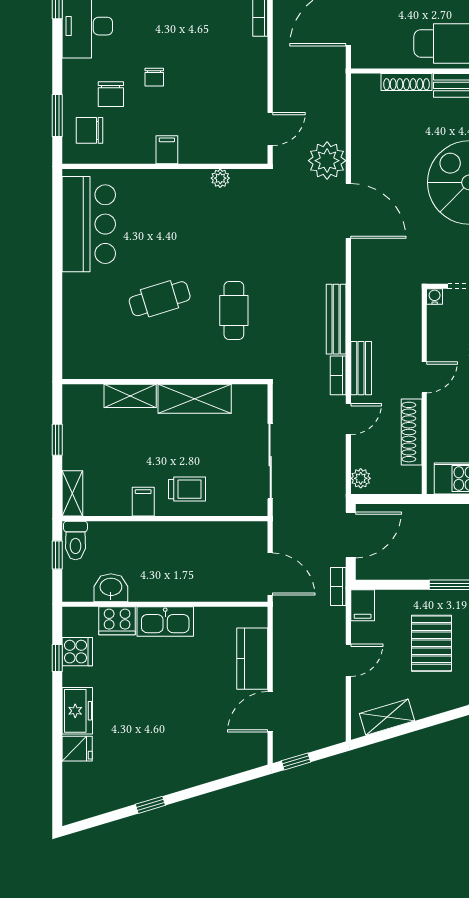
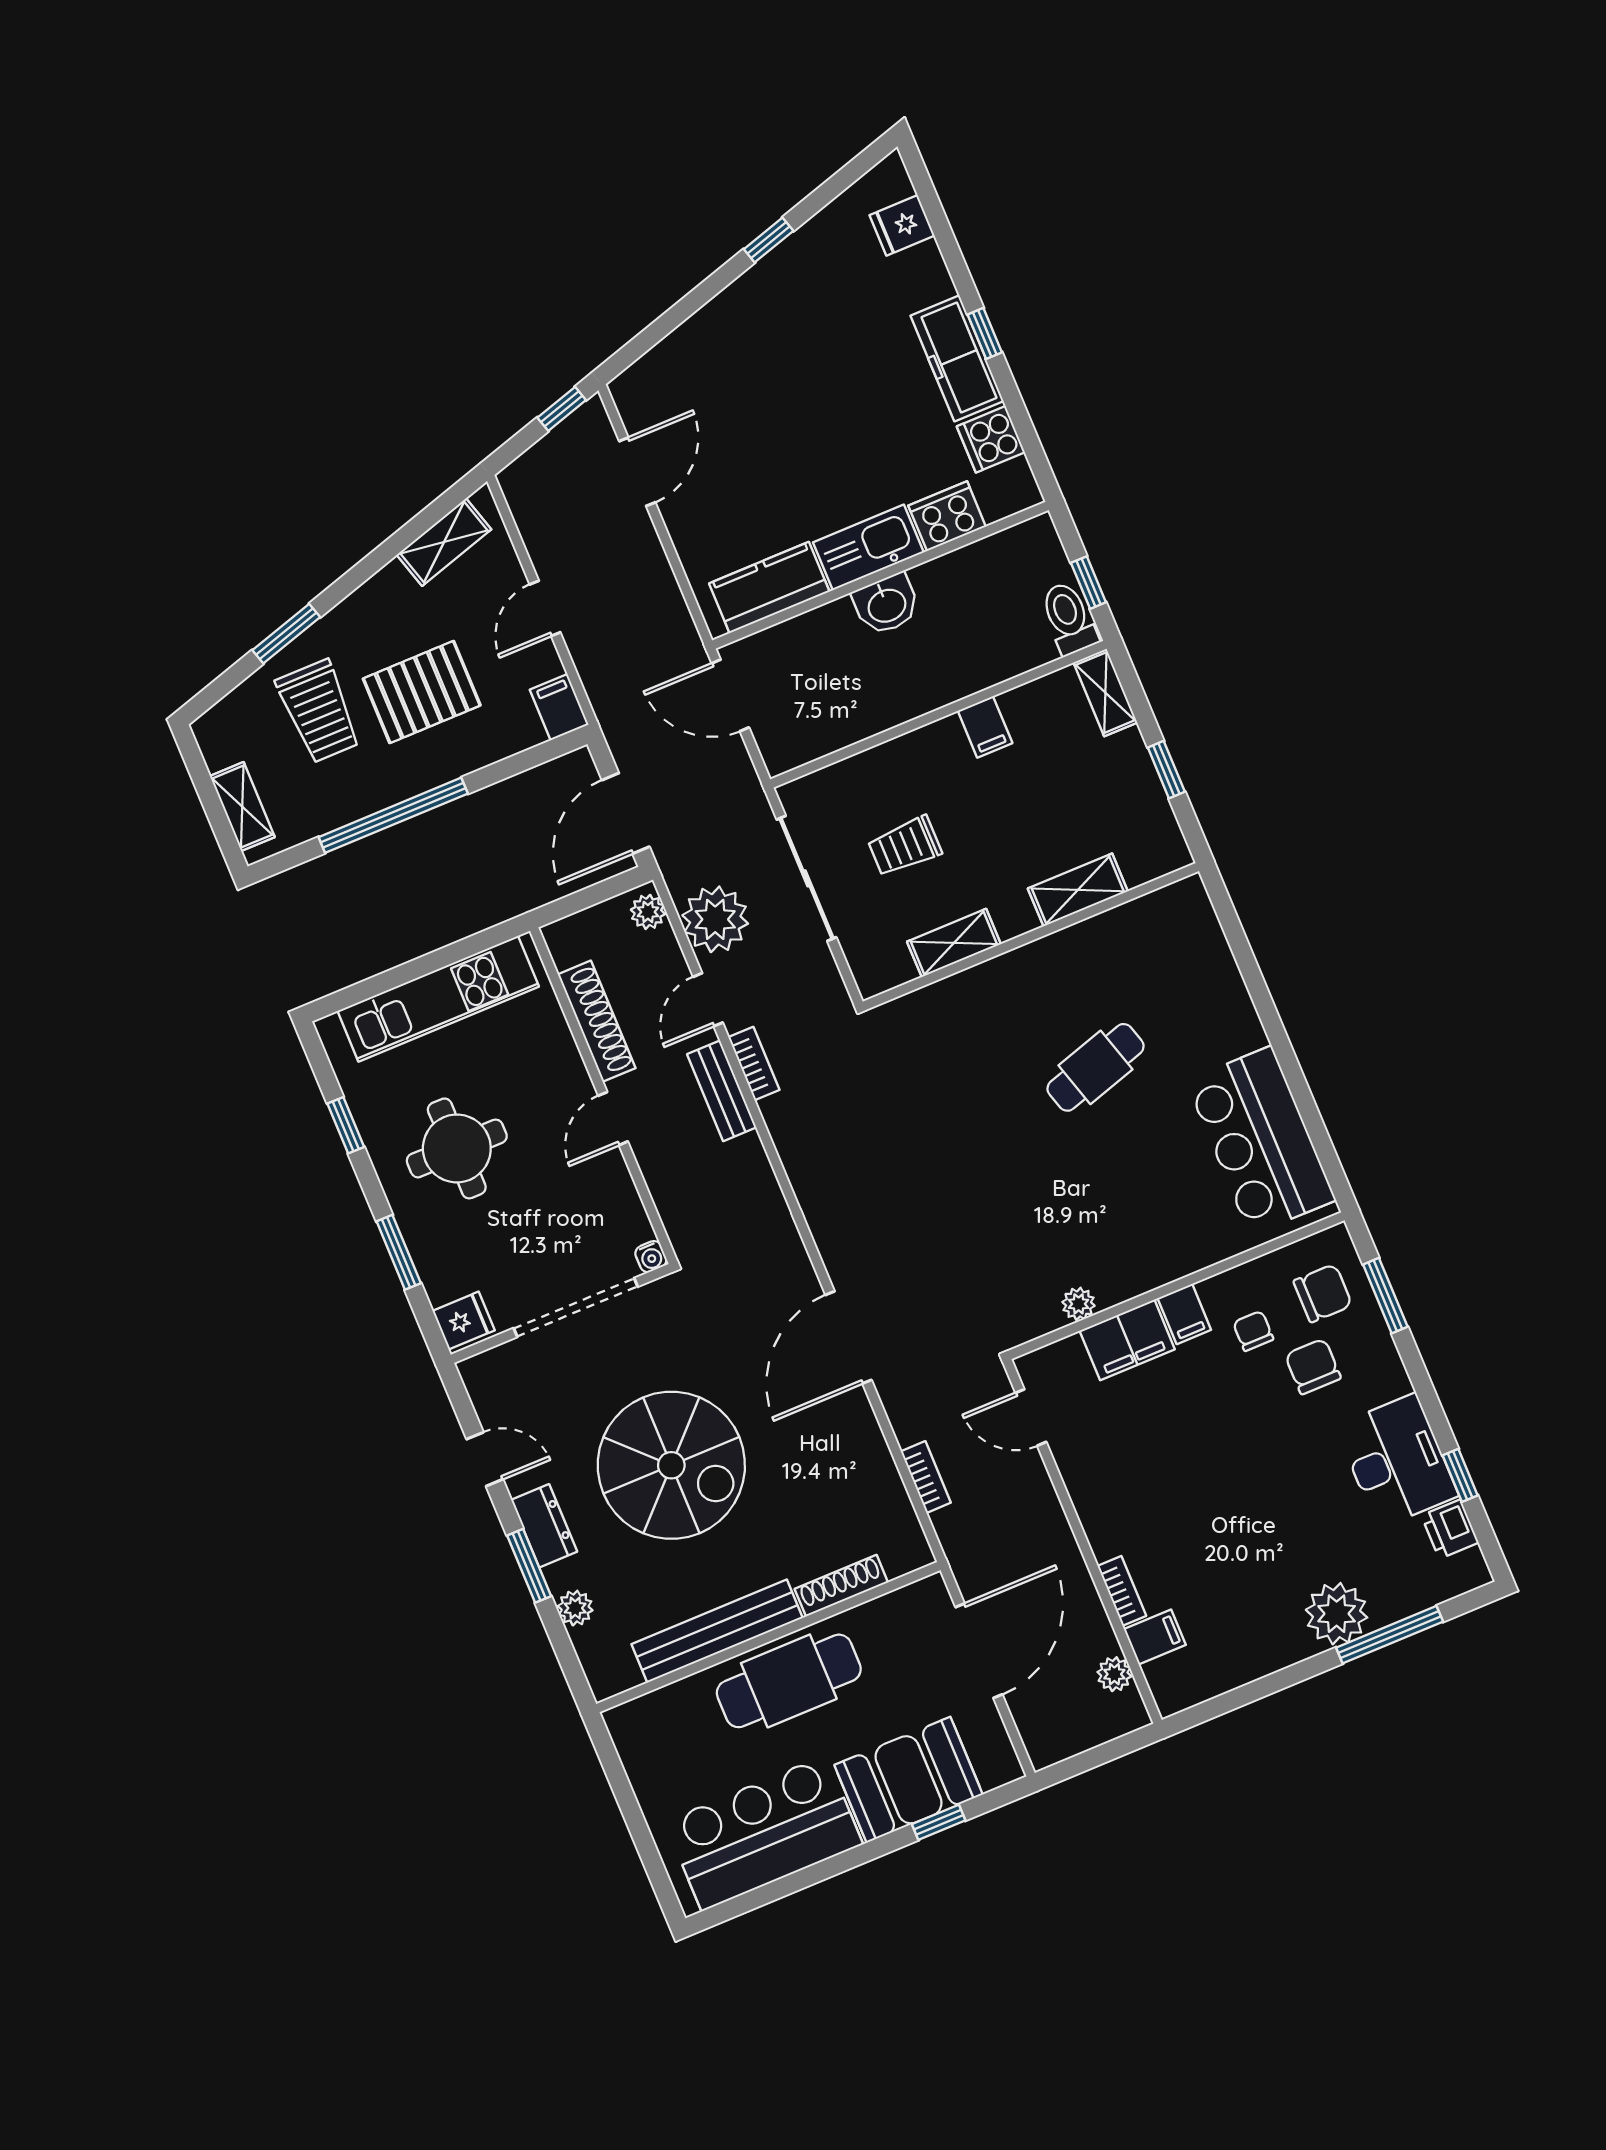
chair: (154, 77) -> (1253, 1331), moved
door: (270, 129) -> (1031, 1417), hinge flipped
filing cabinet: (203, 149) -> (1127, 1340), added
plant: (327, 161) -> (715, 919), moved
door: (348, 211) -> (849, 1337), hinge flipped
cafe table: (234, 310) -> (967, 1098), removed
bench: (336, 319) -> (795, 1154), removed
shelving: (195, 399) -> (954, 943), width x0.67, depth x0.75
trolley: (187, 489) -> (905, 846), moved
bookcase: (338, 586) -> (926, 1477), moved
washbasin: (111, 588) -> (886, 604), moved
pallet: (431, 643) -> (422, 692), turned 90
window: (57, 658) -> (985, 333), moved
kitchen counter: (252, 659) -> (769, 588), moved, turned -90
freezer: (77, 711) -> (957, 358), width x1.40
fridge: (77, 749) -> (902, 225), moved

